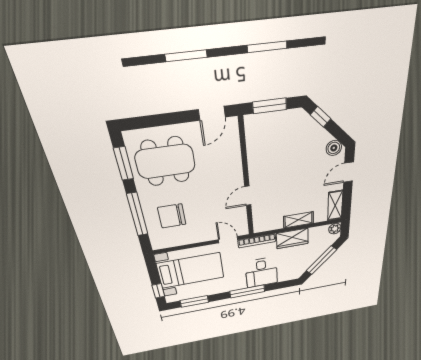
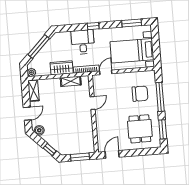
dining table: (165, 161) -> (140, 129), width x0.73
shelving: (298, 220) -> (71, 81), moved
door: (228, 240) -> (106, 72), swing flipped
window: (158, 291) -> (155, 36), removed
window: (247, 291) -> (93, 26), width x0.46

